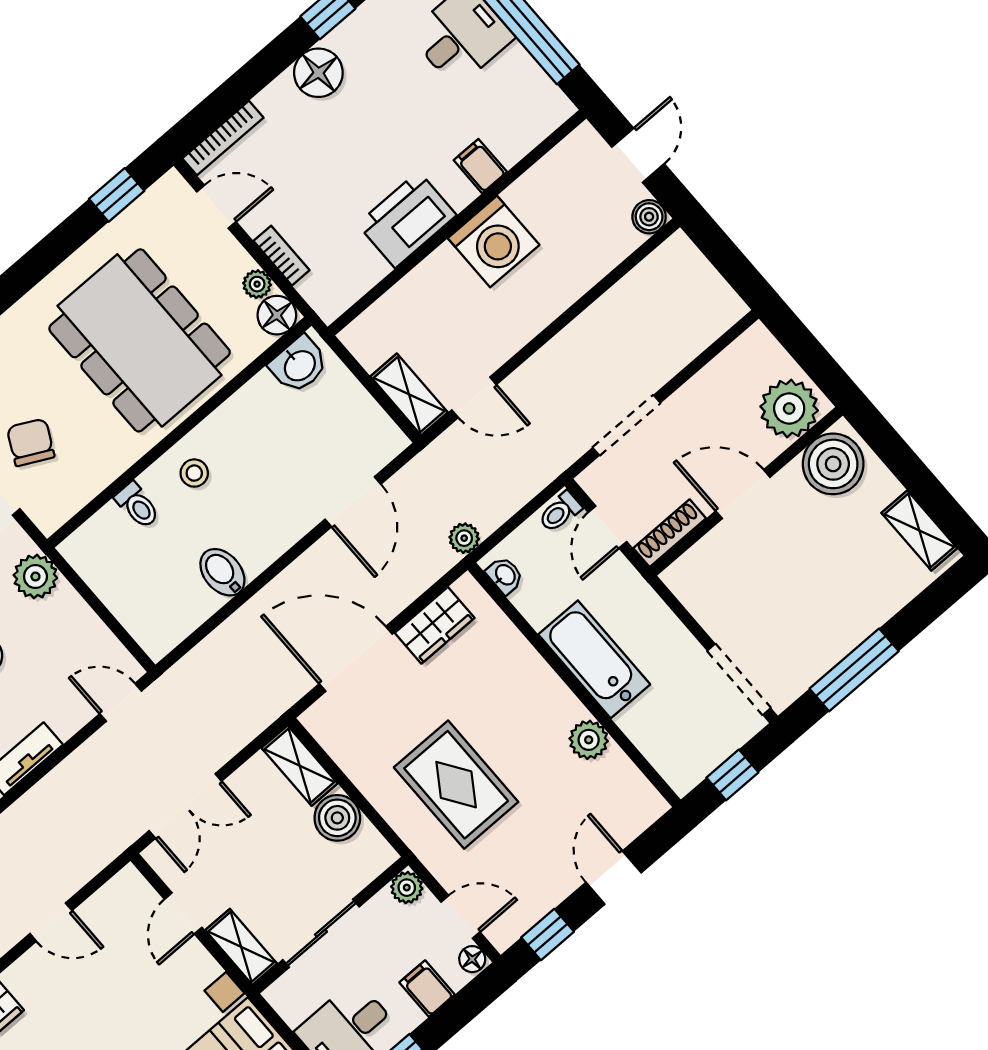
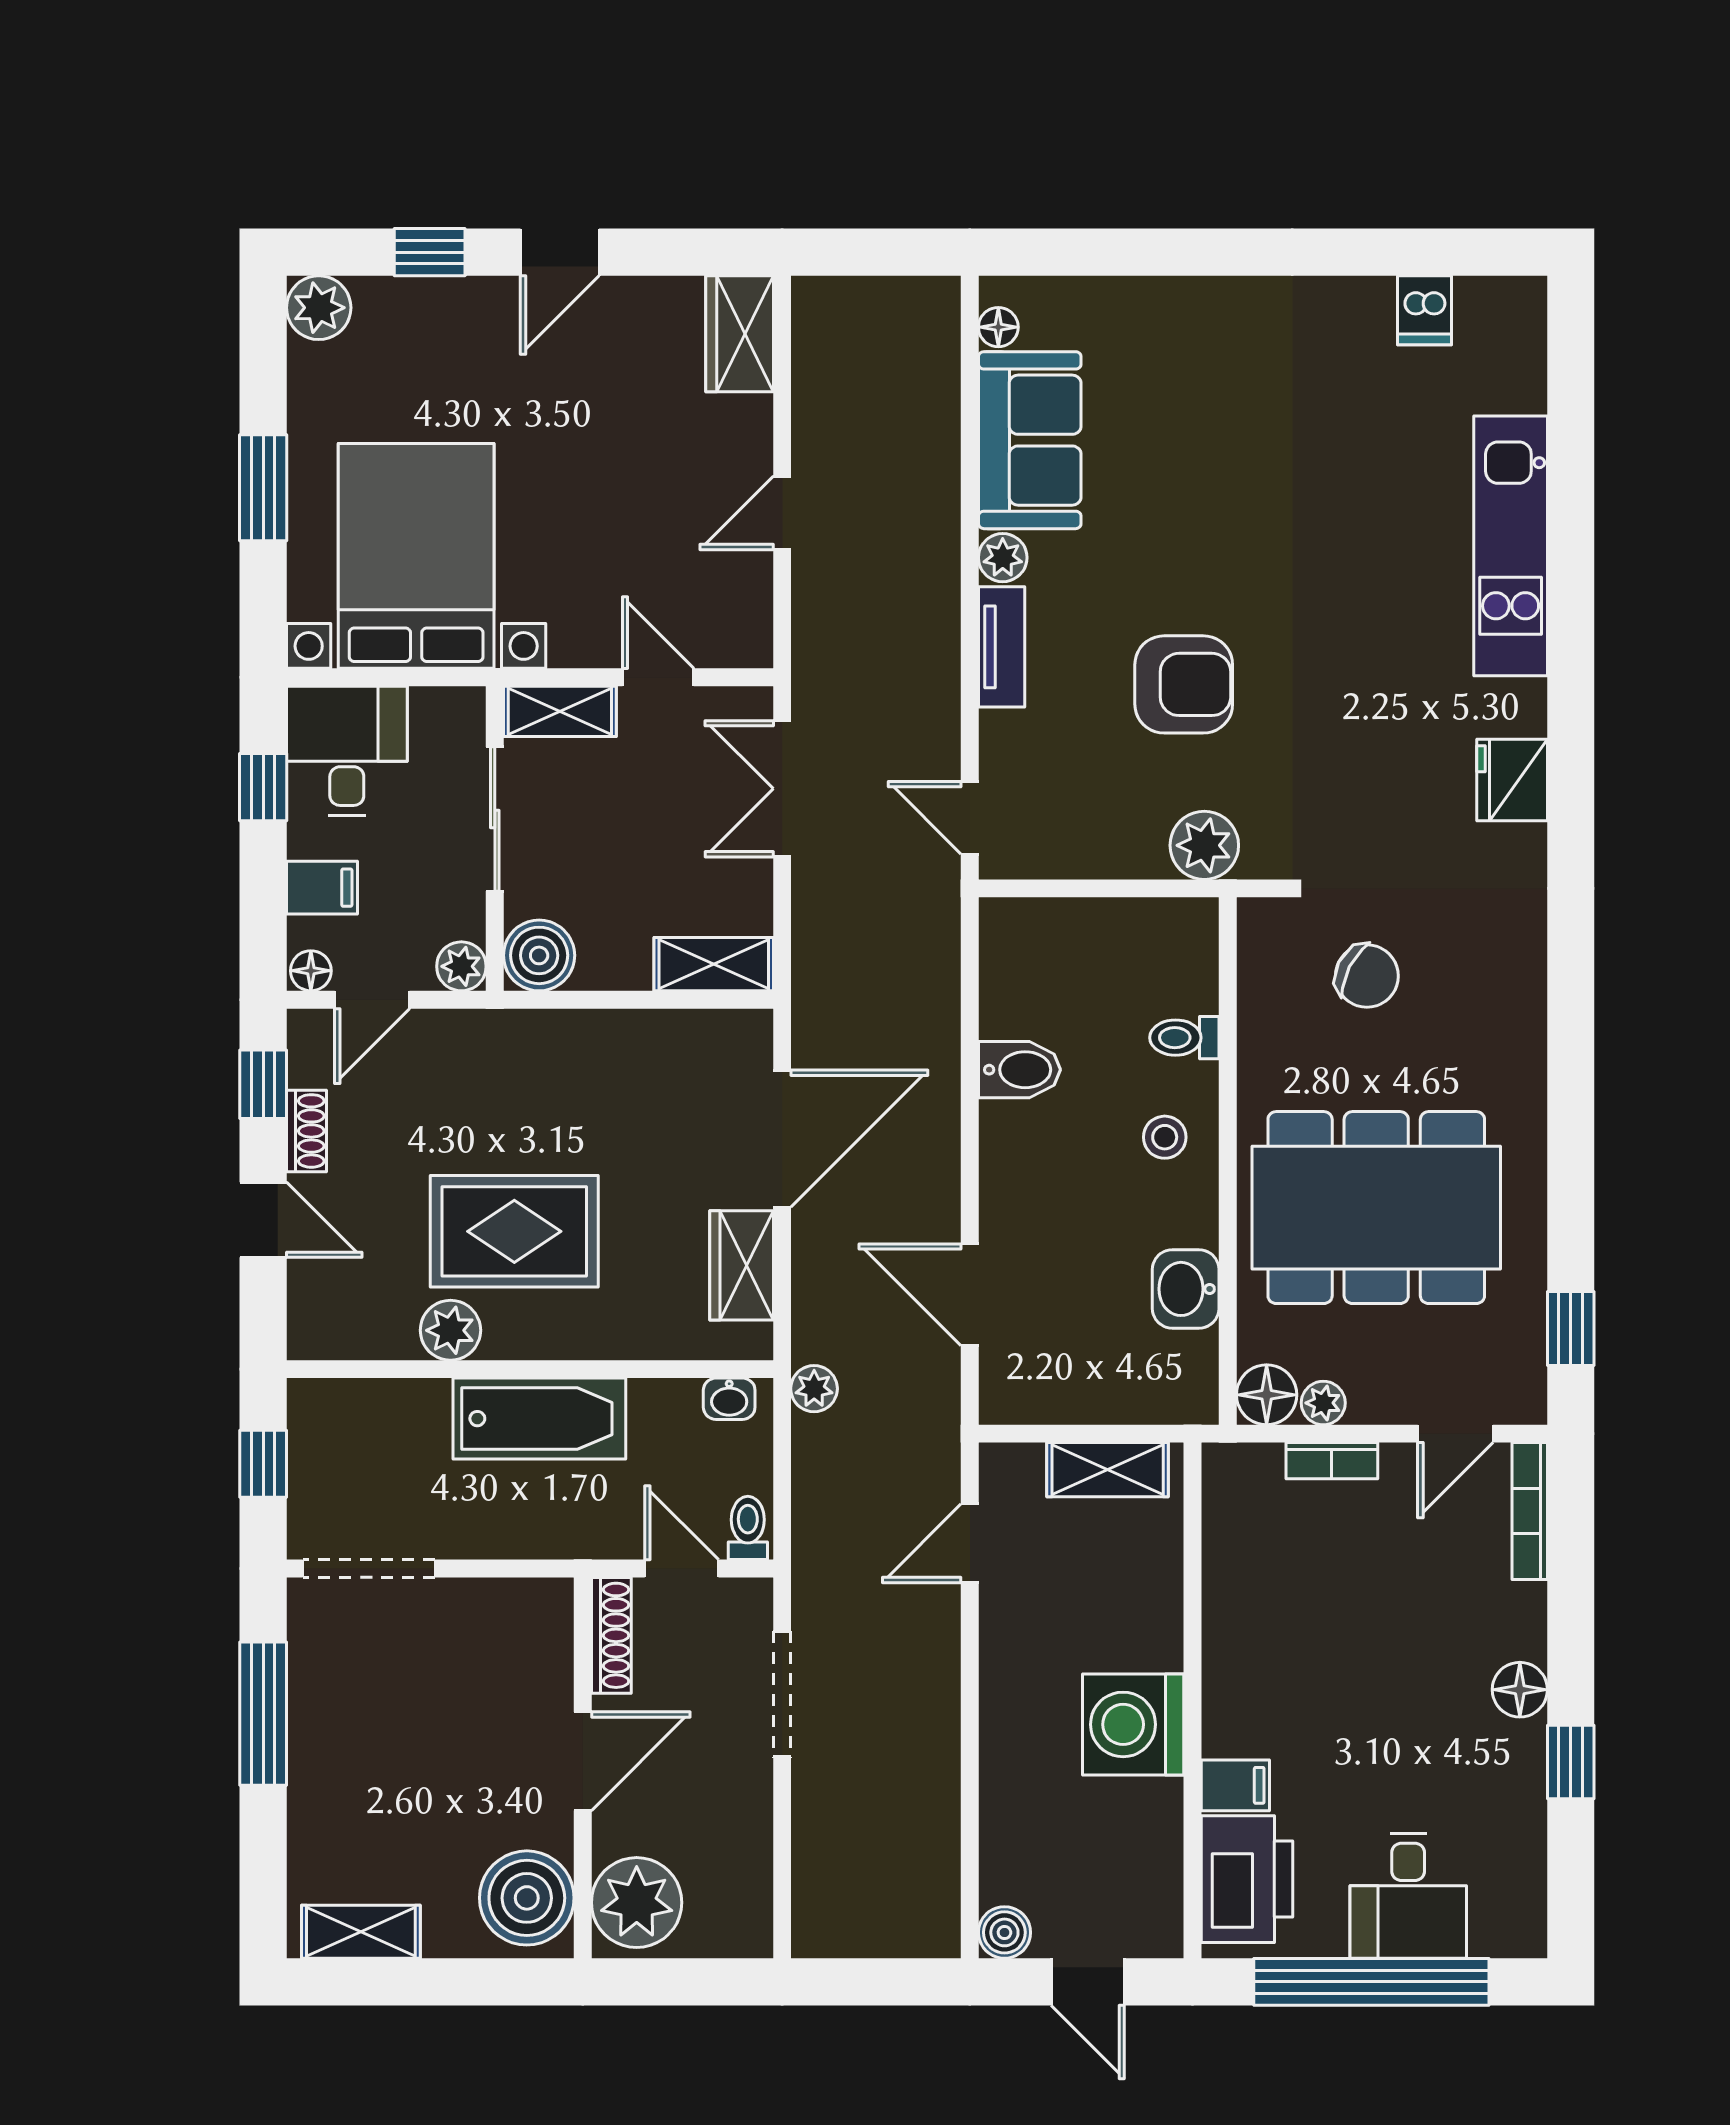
floor lamp: (318, 73) -> (1520, 1690), width x0.73, depth x0.73
printer: (407, 220) -> (1247, 1879), moved
washbasin: (299, 365) -> (1186, 1289), moved
shelving: (409, 394) -> (1108, 1470), moved
door: (121, 702) -> (970, 818), swing flipped
rug: (456, 785) -> (514, 1231), moved
boiler: (337, 818) -> (539, 955), moved
shoe rack: (552, 894) -> (307, 1131), added

